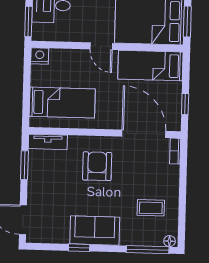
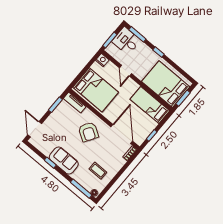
door: (101, 46) -> (125, 71), moved
bed: (62, 103) -> (96, 90), width x1.50
armchair: (97, 166) -> (88, 132), turned 122

